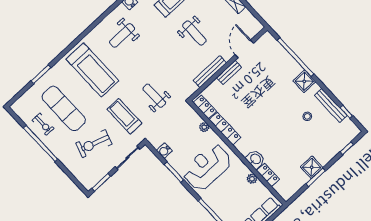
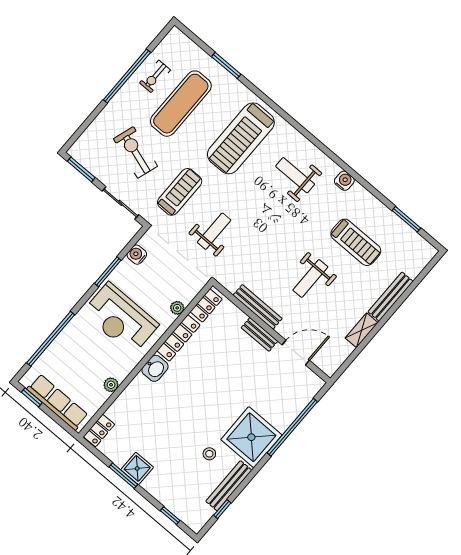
shower: (304, 81) -> (251, 437), width x1.86, depth x1.86
washbasin: (255, 159) -> (155, 368), moved
reception desk: (207, 167) -> (121, 319), turned 180
locker: (268, 175) -> (99, 431), moved

